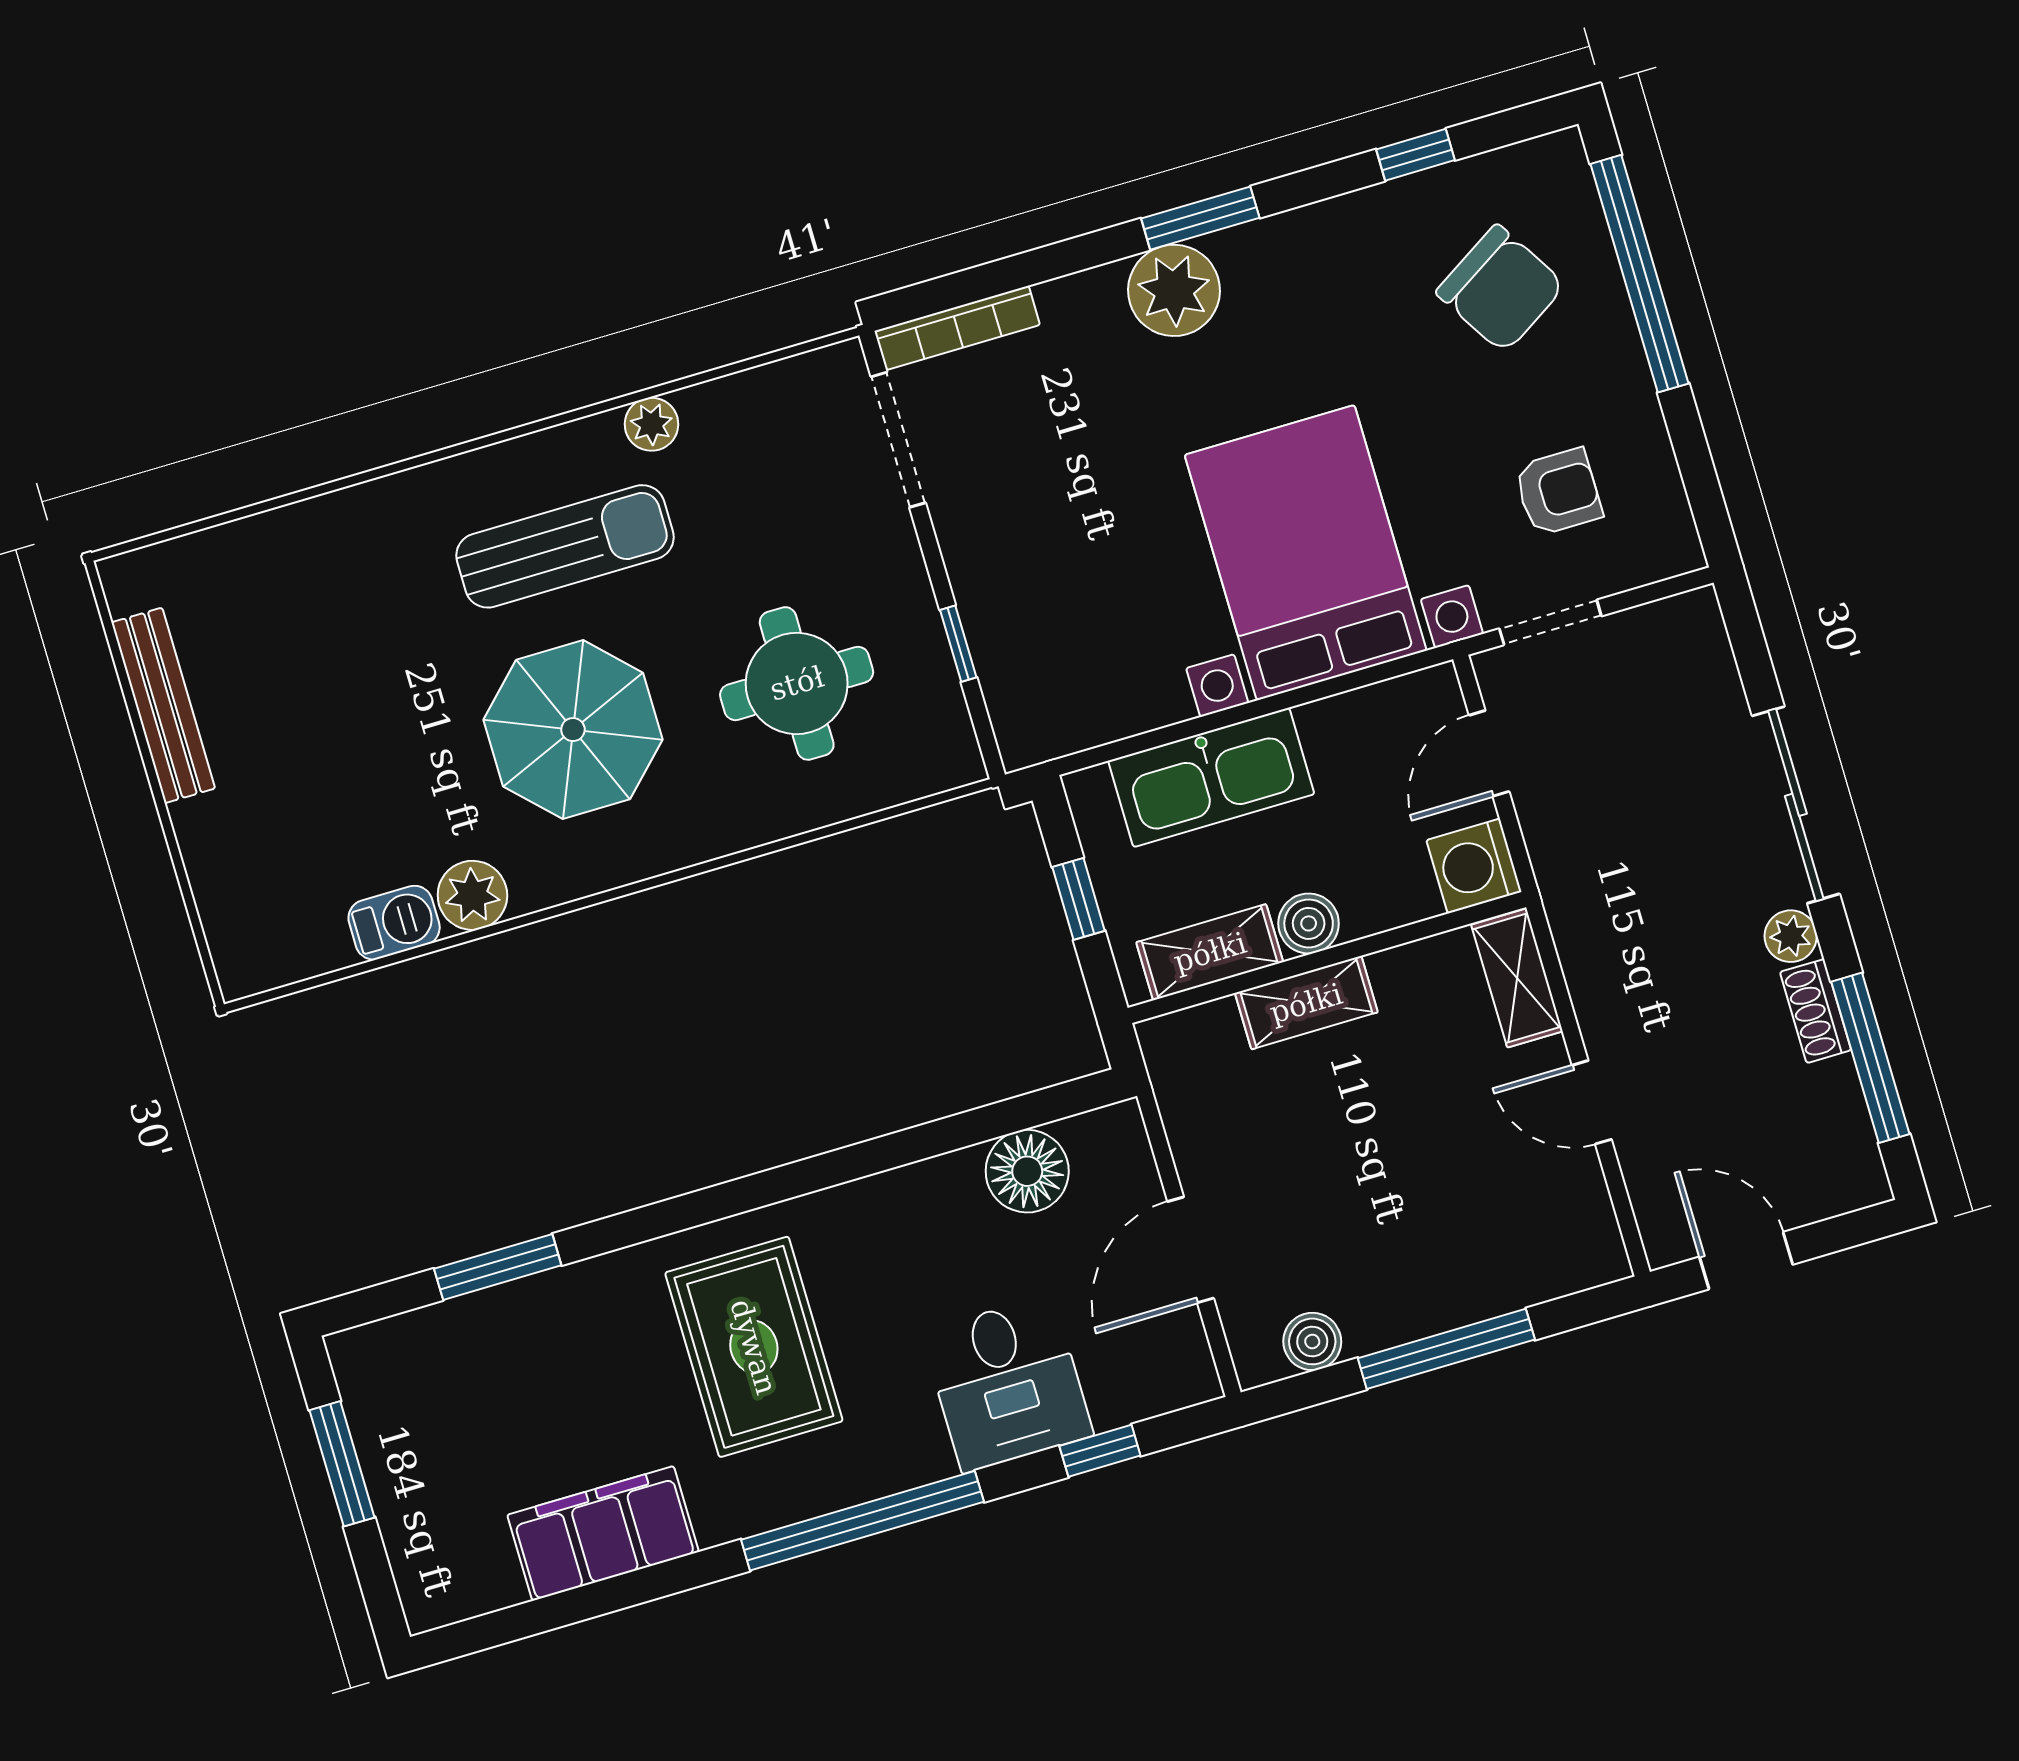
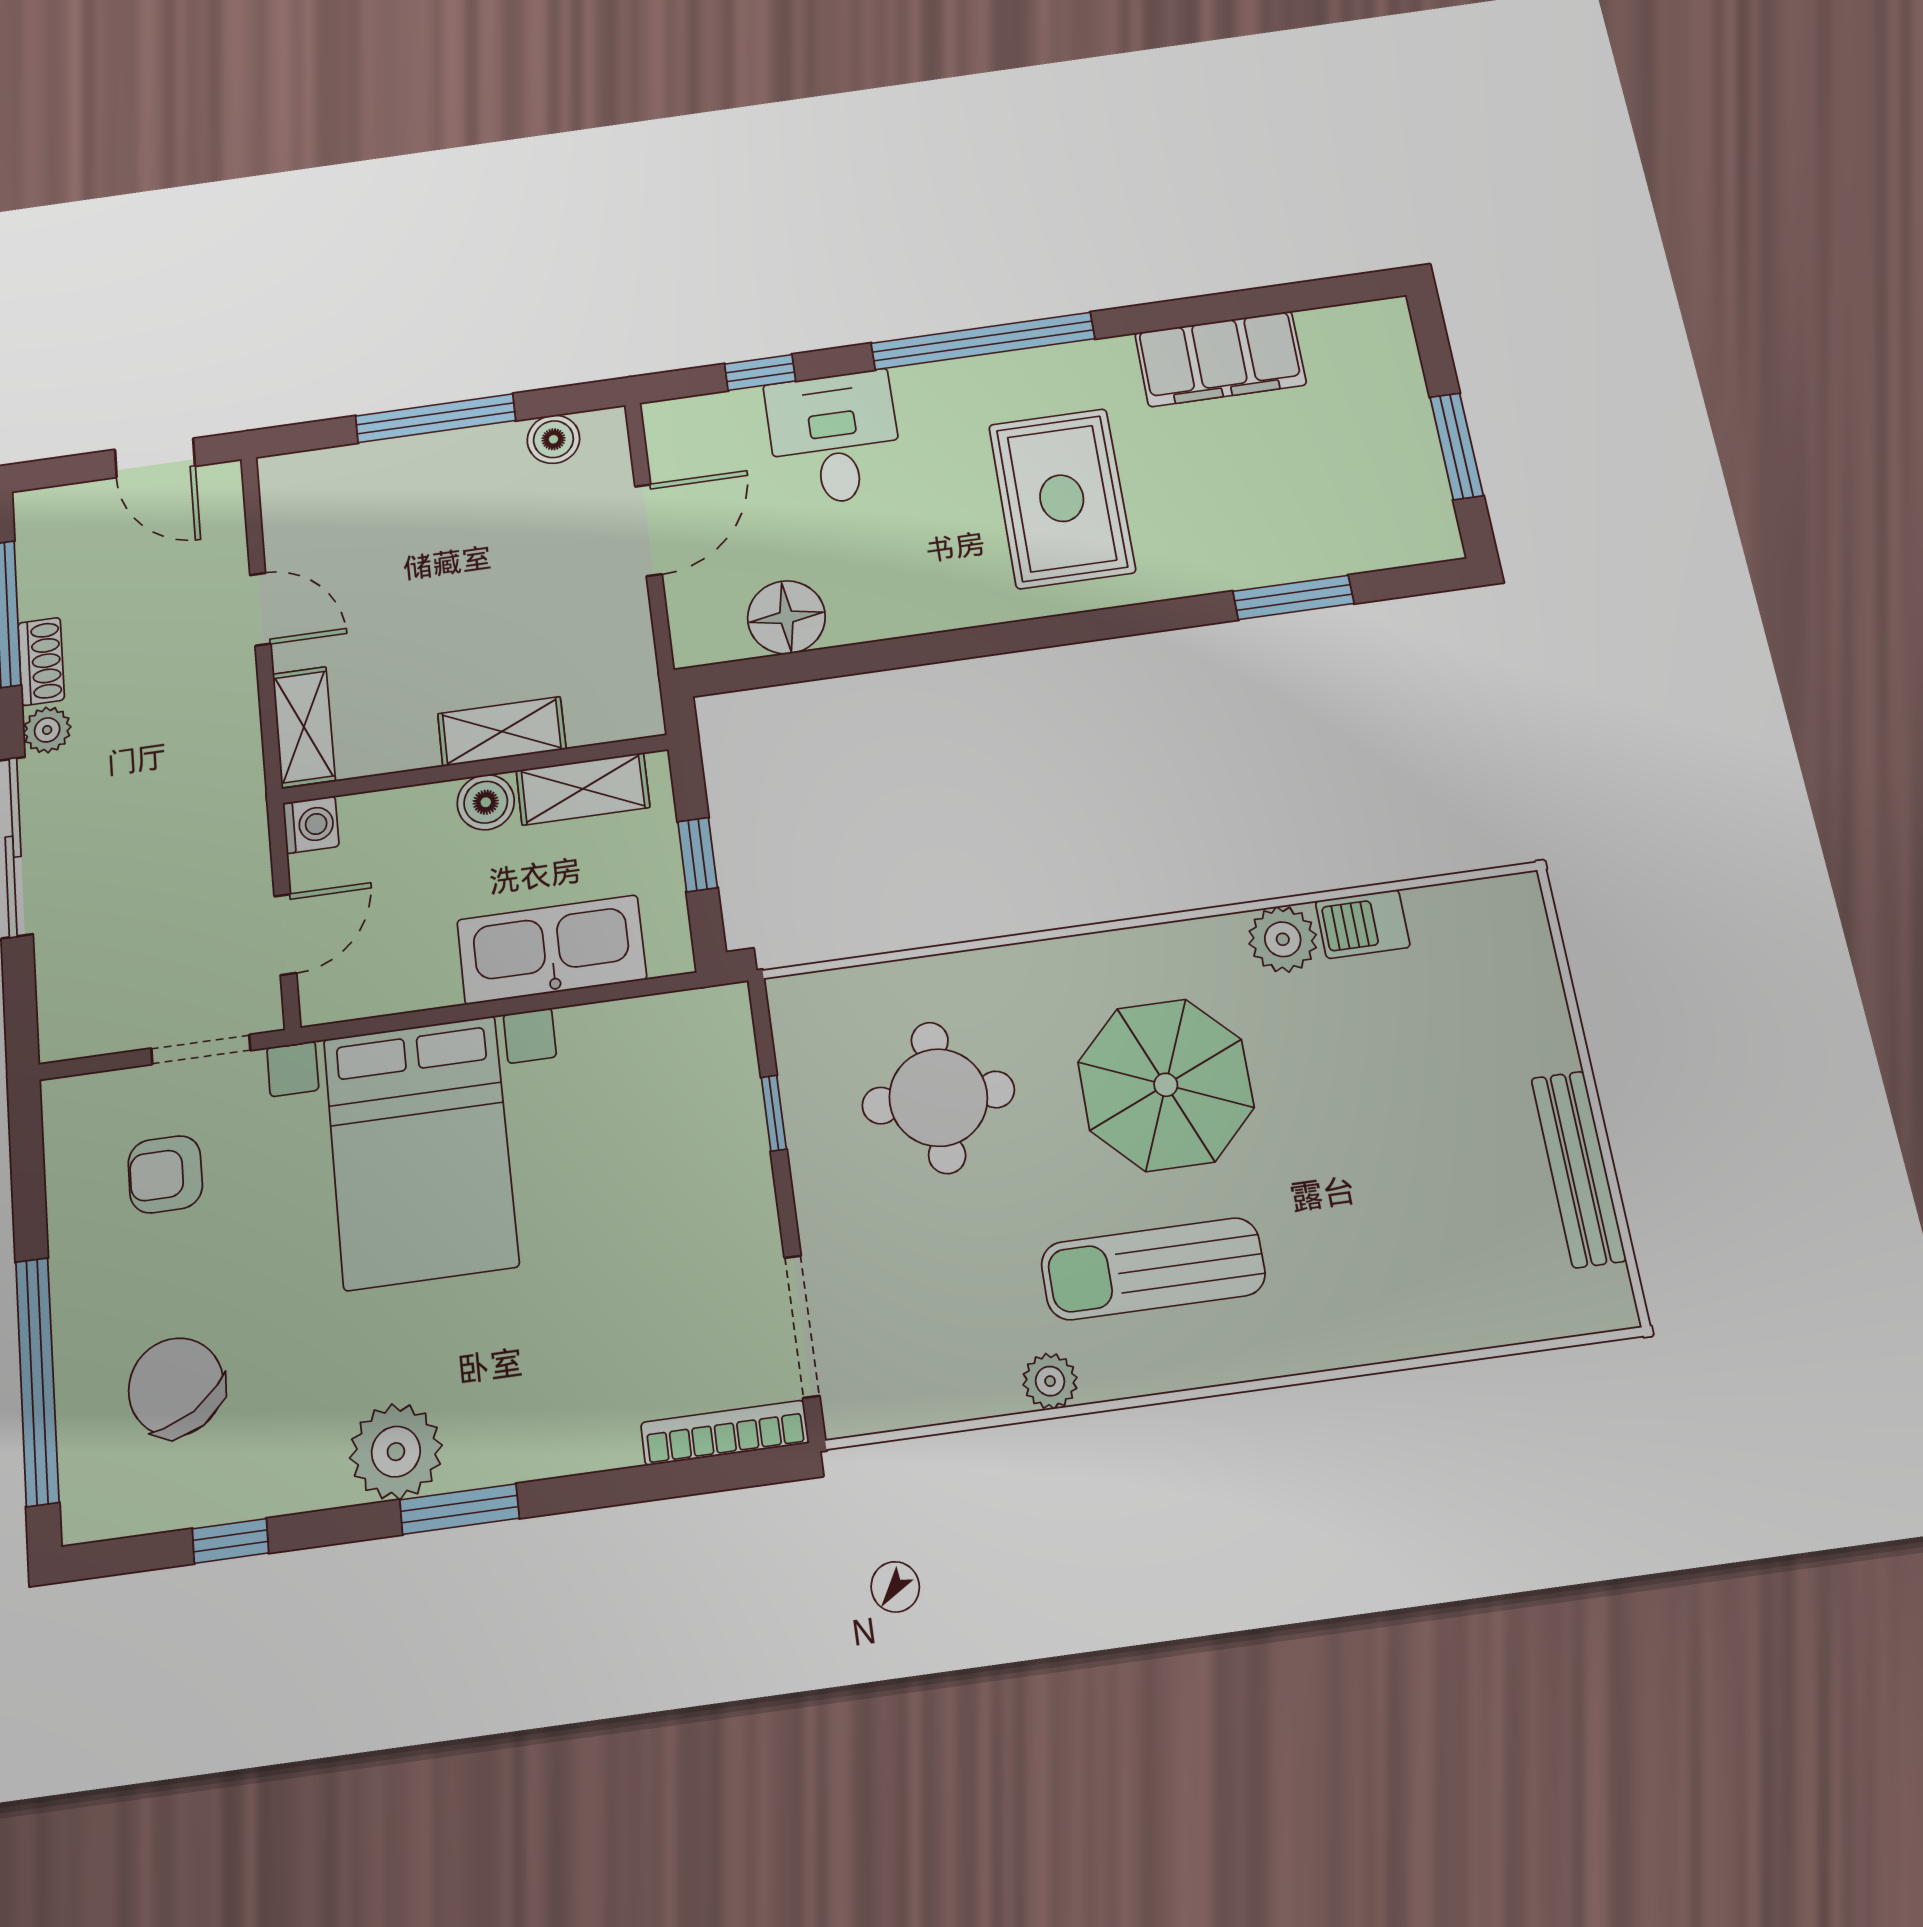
plant: (1174, 290) -> (396, 1452), moved
washing machine: (1474, 866) -> (311, 825), width x0.73, depth x0.73

